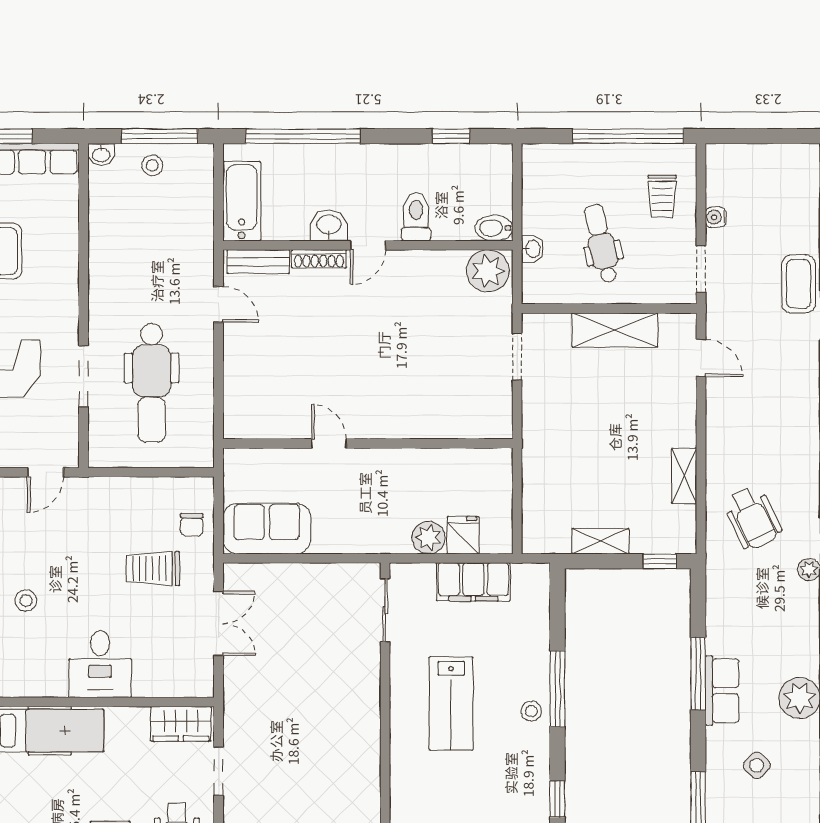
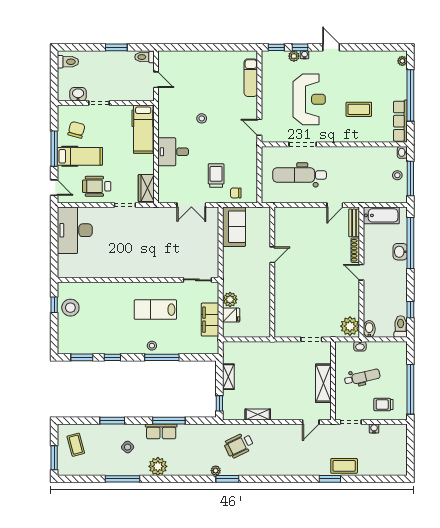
toilet: (416, 217) -> (401, 326), moved, turned -90
washbasin: (329, 225) -> (400, 252), moved, turned 180

